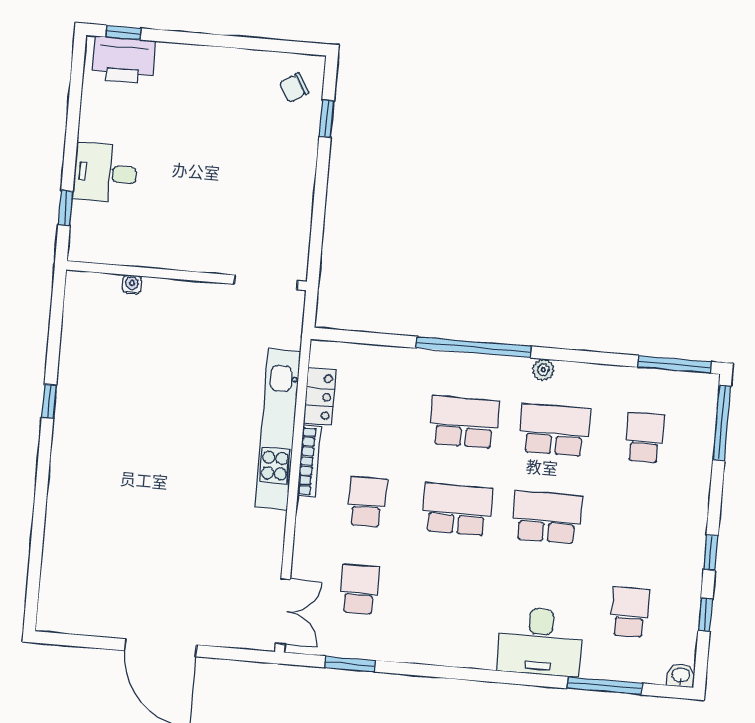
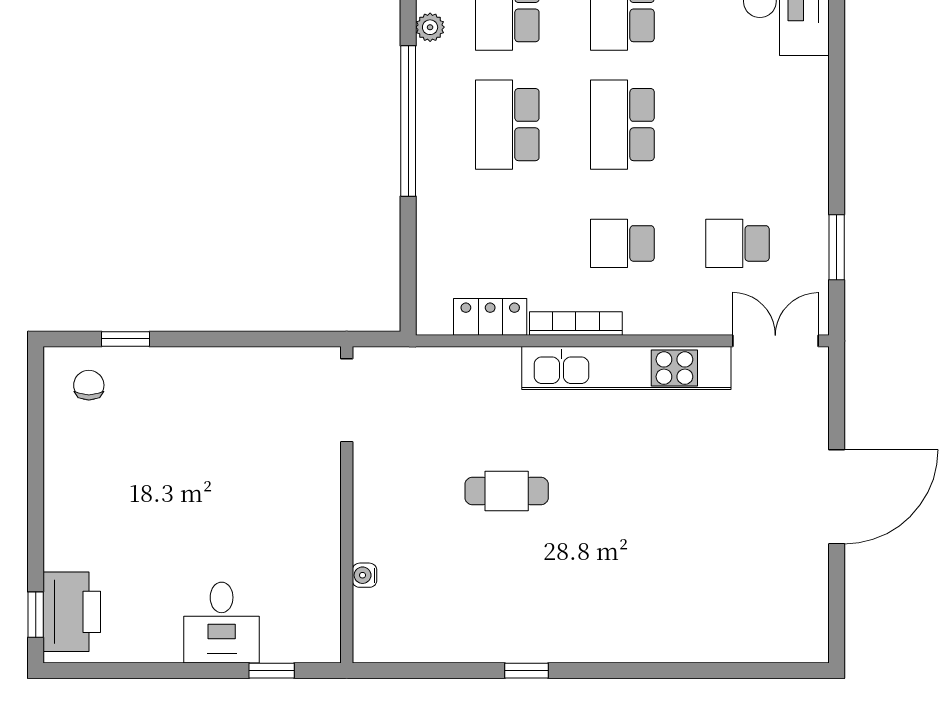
chair: (294, 88) -> (89, 385), turned -147
cafe table: (187, 398) -> (507, 491), added
kitchen unit: (278, 429) -> (626, 368), moved

